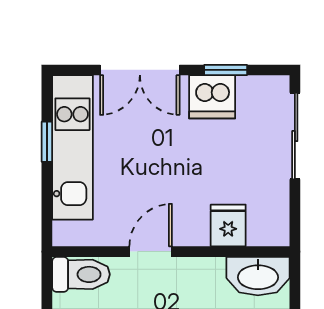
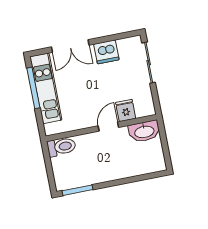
window: (226, 70) -> (110, 38), removed
window: (47, 142) -> (33, 88), width x2.17
door: (151, 252) -> (108, 127), moved

